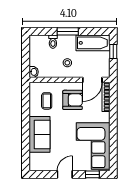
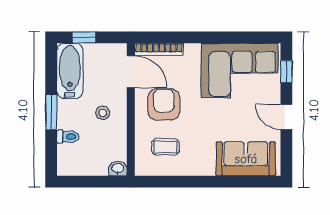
sofa: (39, 134) -> (246, 159), moved

